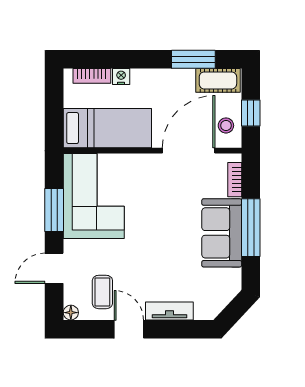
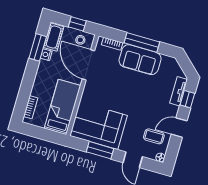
nightstand: (121, 76) -> (46, 55), moved
tv unit: (169, 311) -> (178, 91), moved
window: (179, 329) -> (187, 99), added

